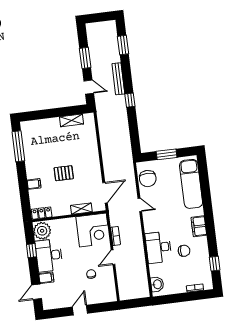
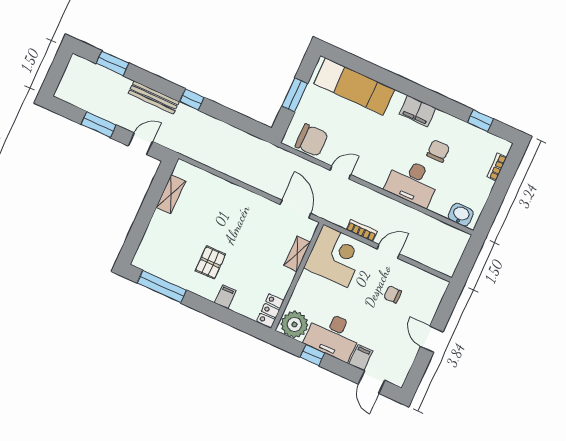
pallet: (64, 173) -> (210, 262), moved
door: (113, 257) -> (388, 251), swing flipped

